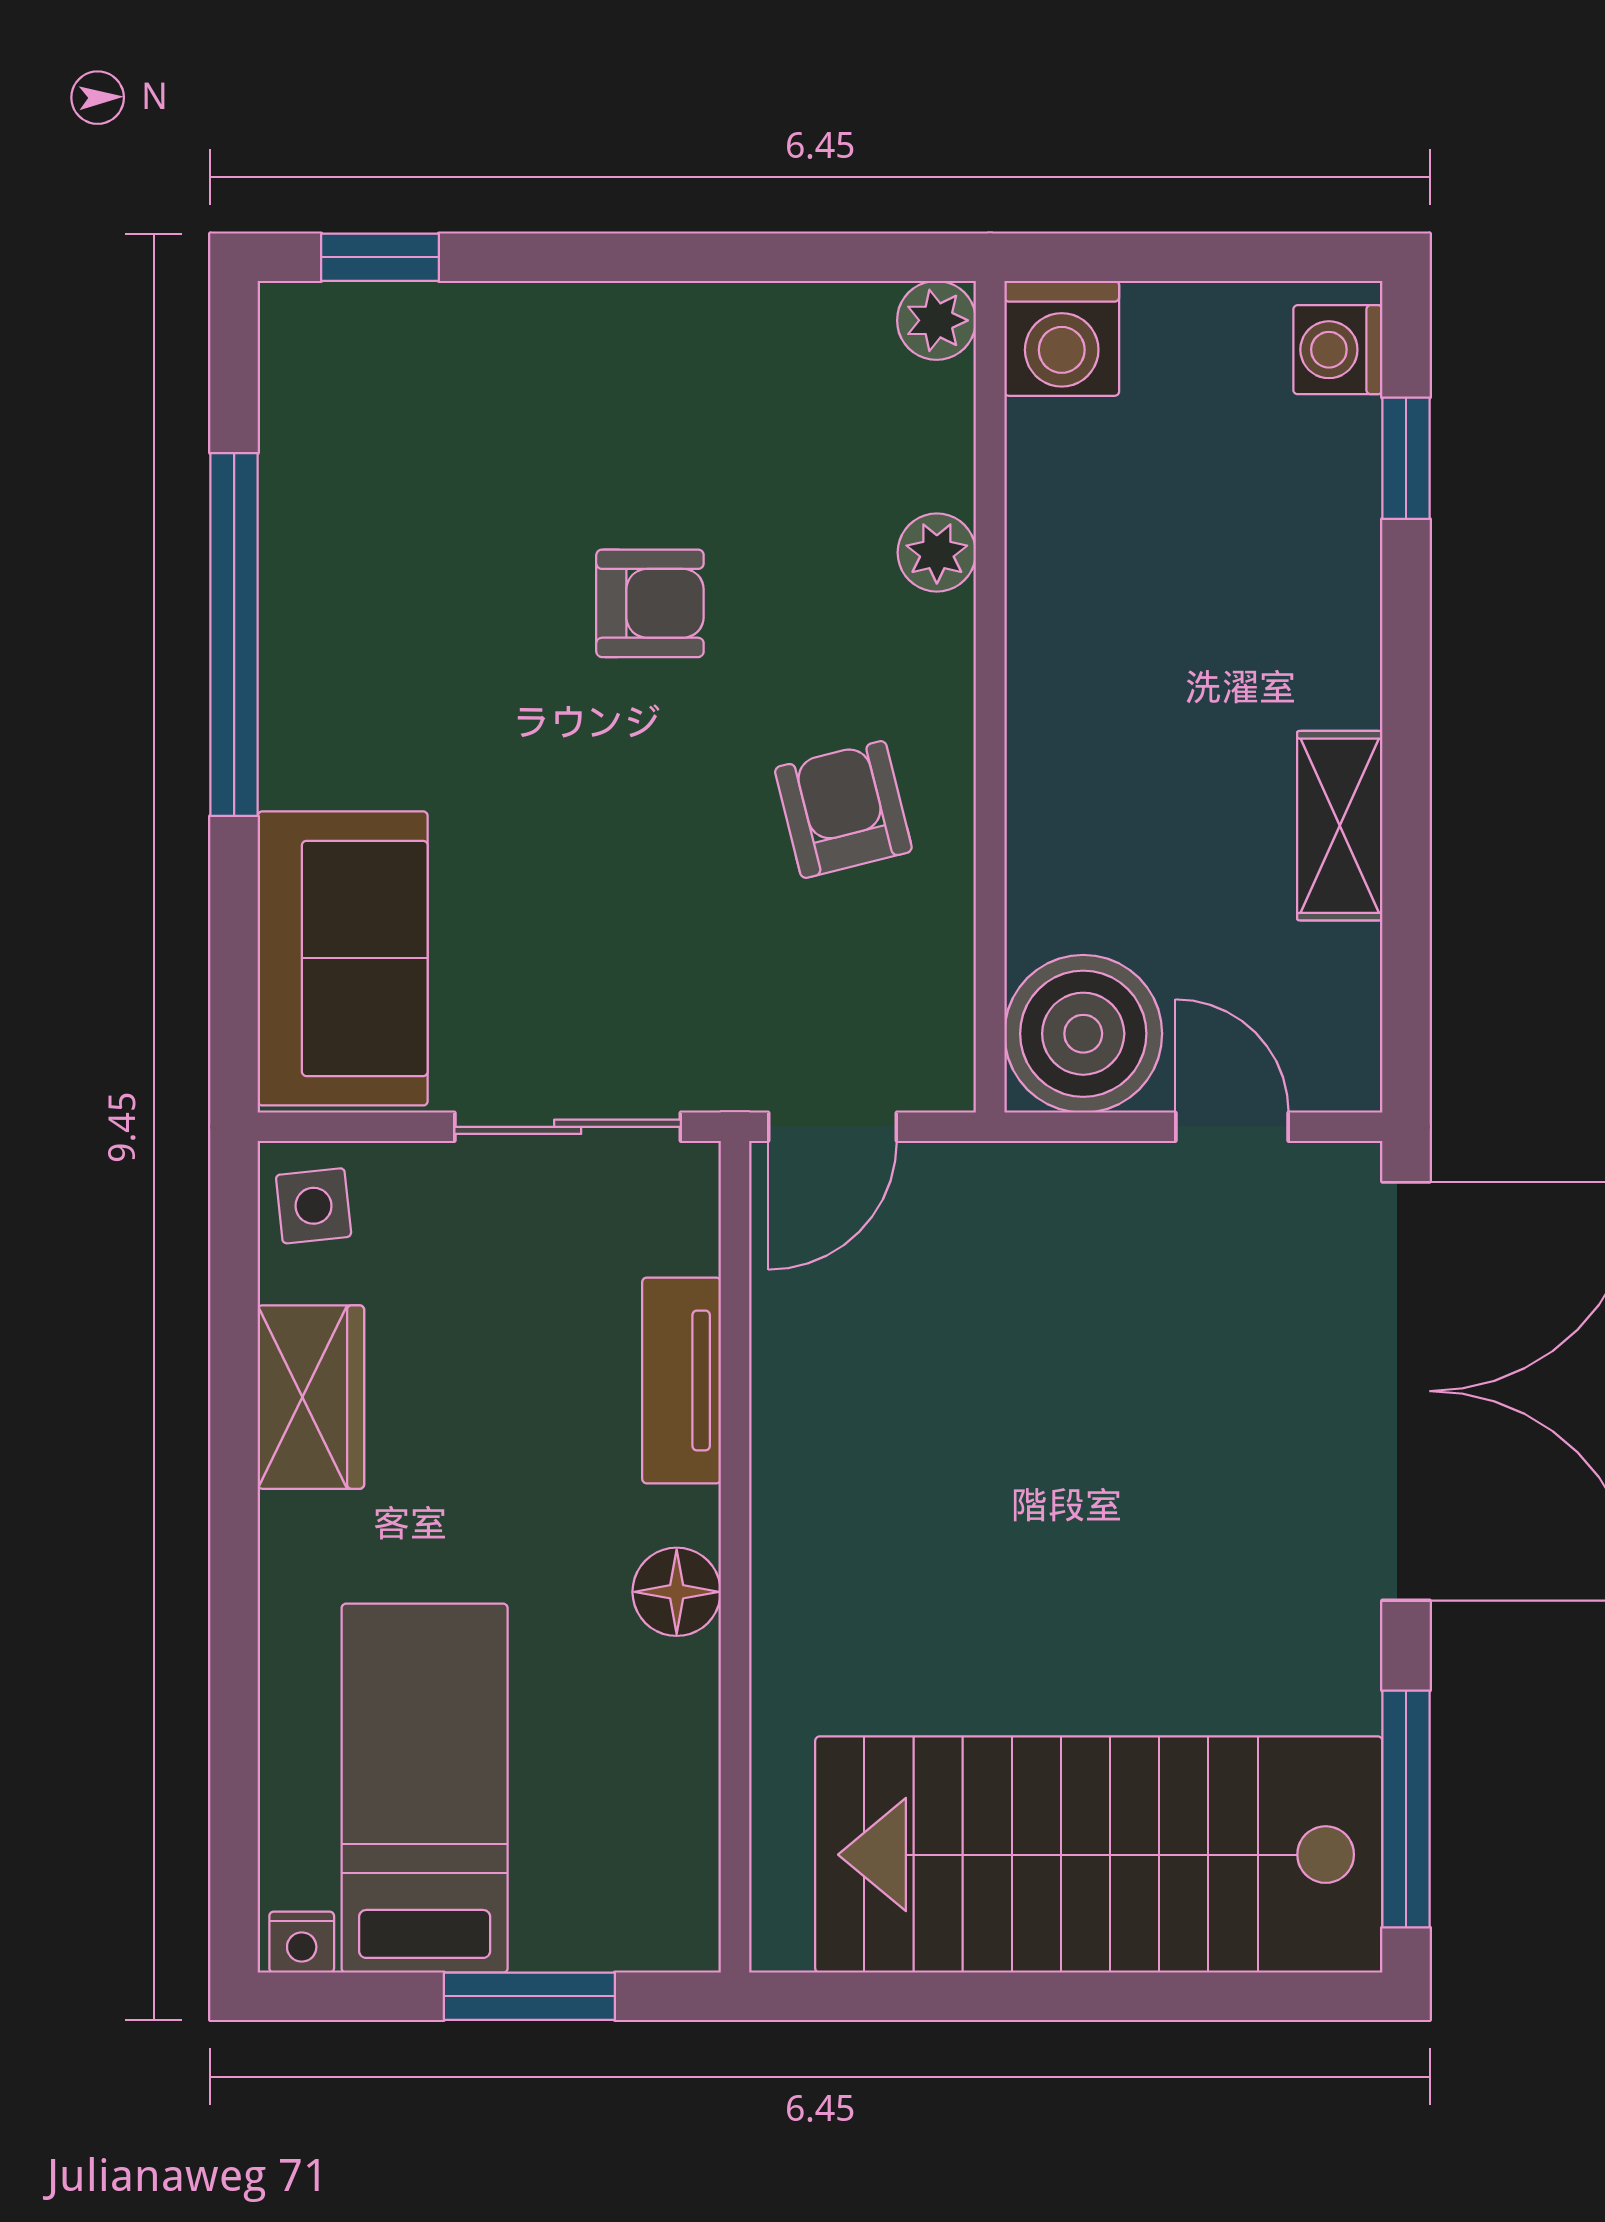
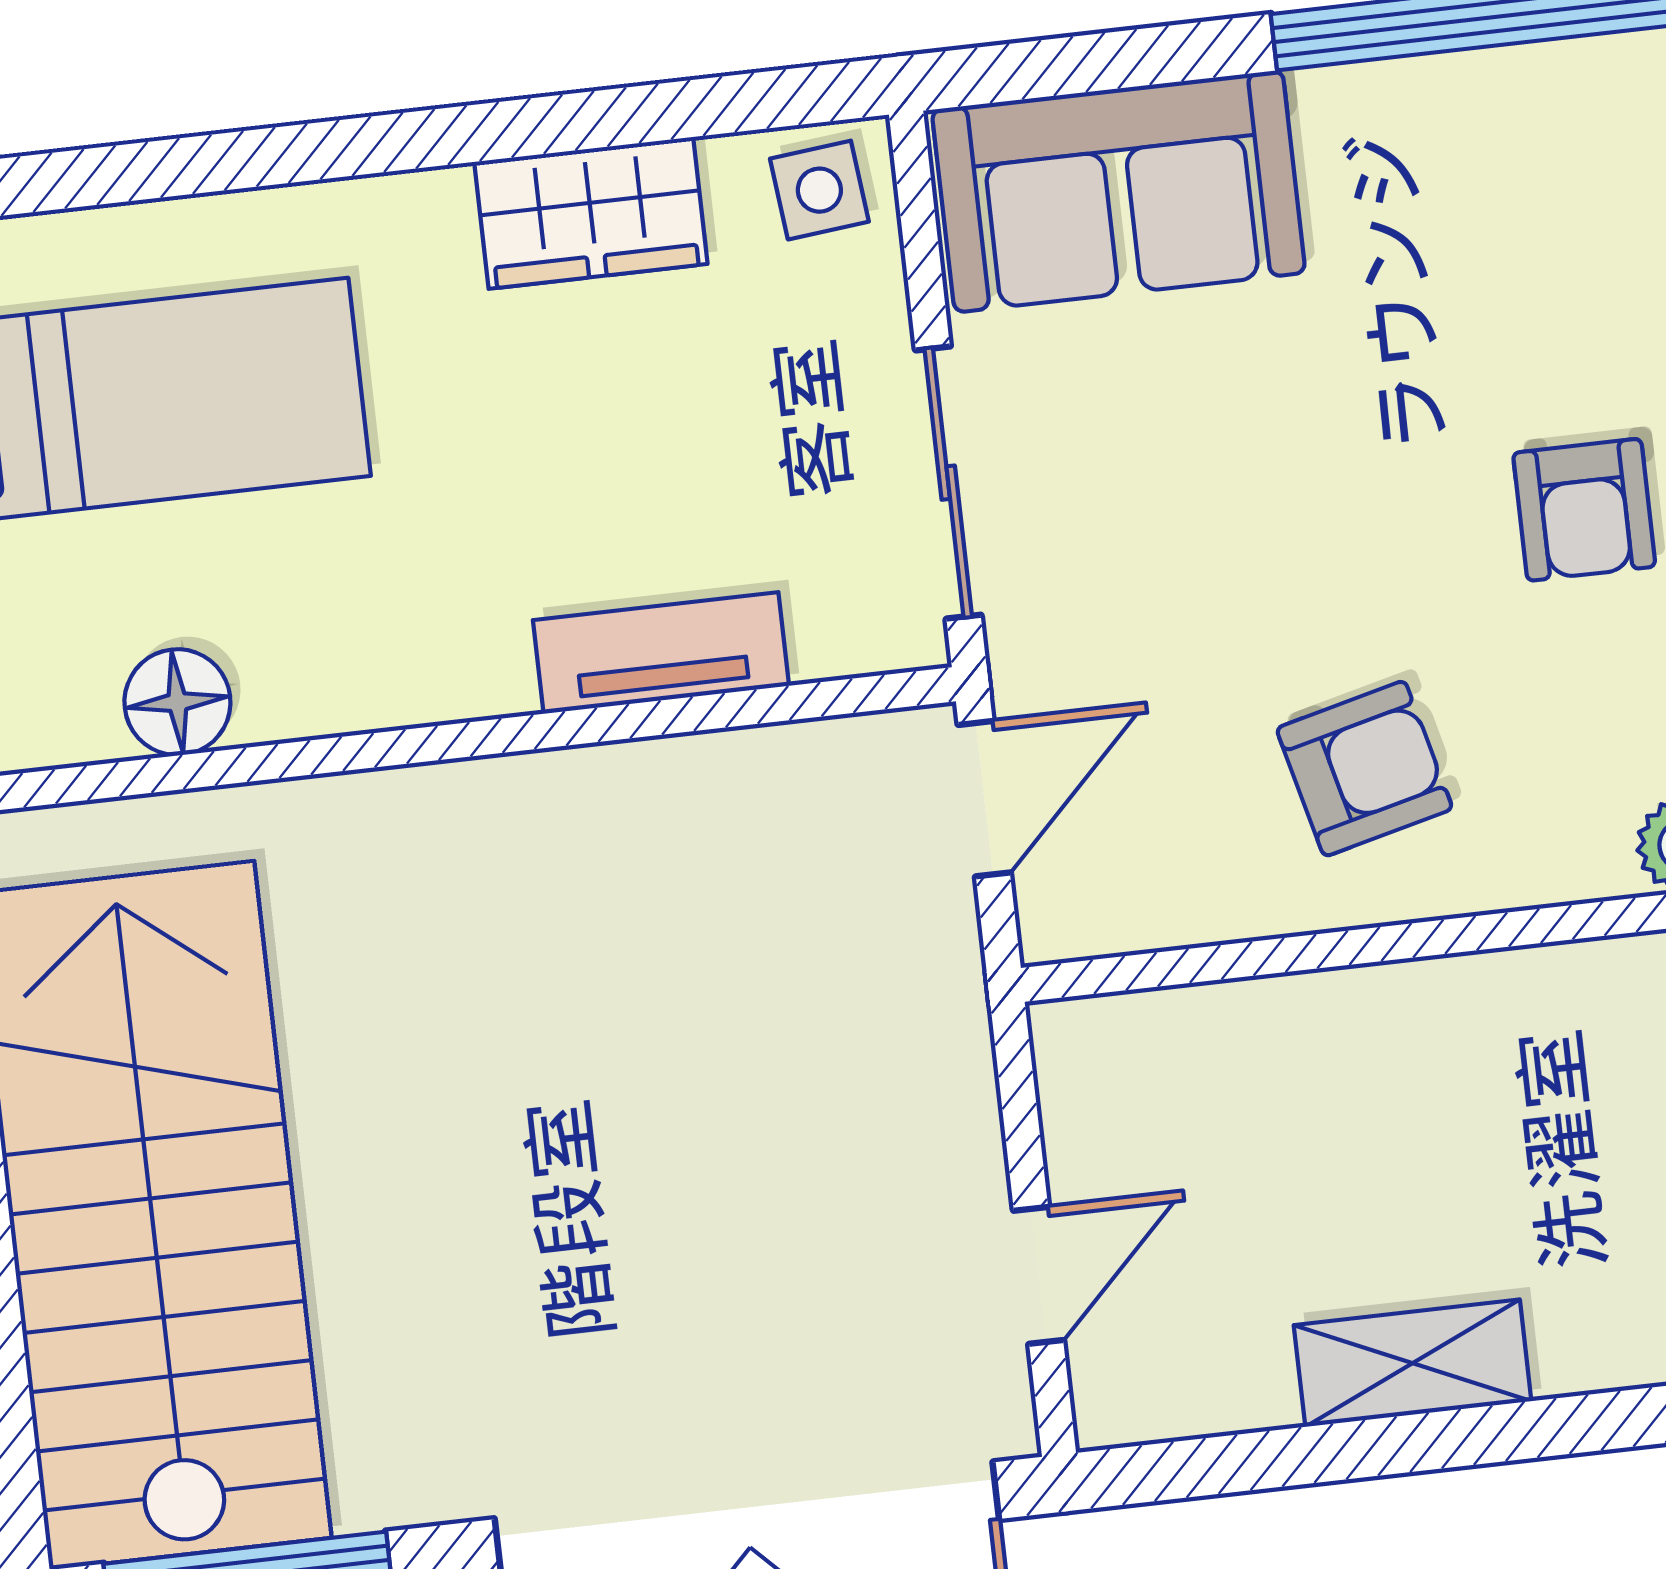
boiler: (1083, 1034) -> (1129, 1085), removed
door: (832, 1127) -> (984, 799), swing flipped
floor lamp: (677, 1592) -> (177, 702), moved

